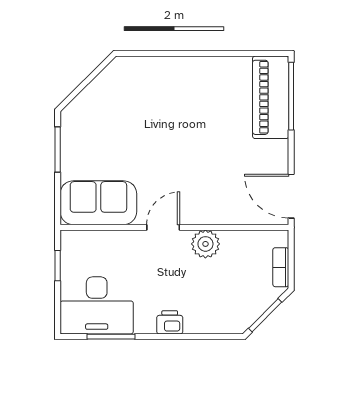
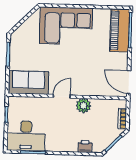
corner sofa: (167, 92) -> (66, 26), added
printer: (170, 322) -> (85, 146), moved

